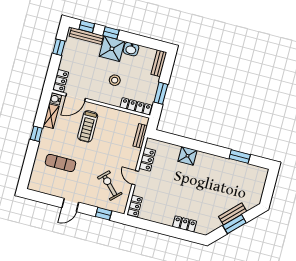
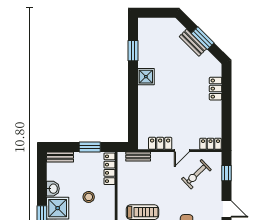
shower: (188, 156) -> (146, 77), moved

